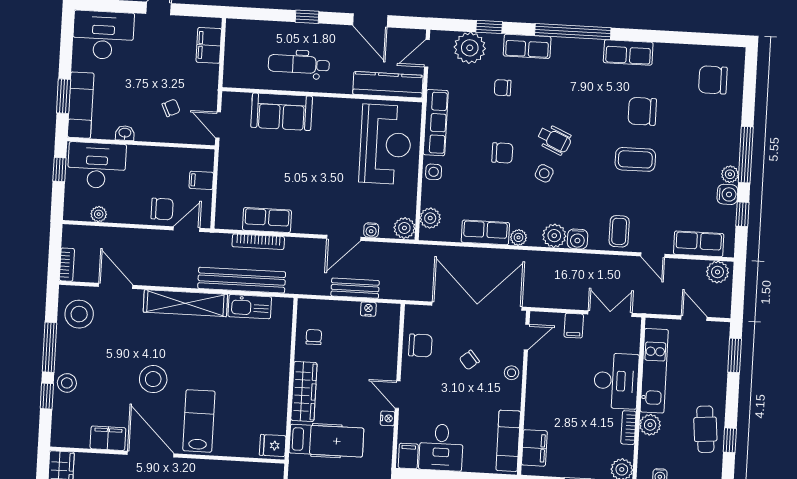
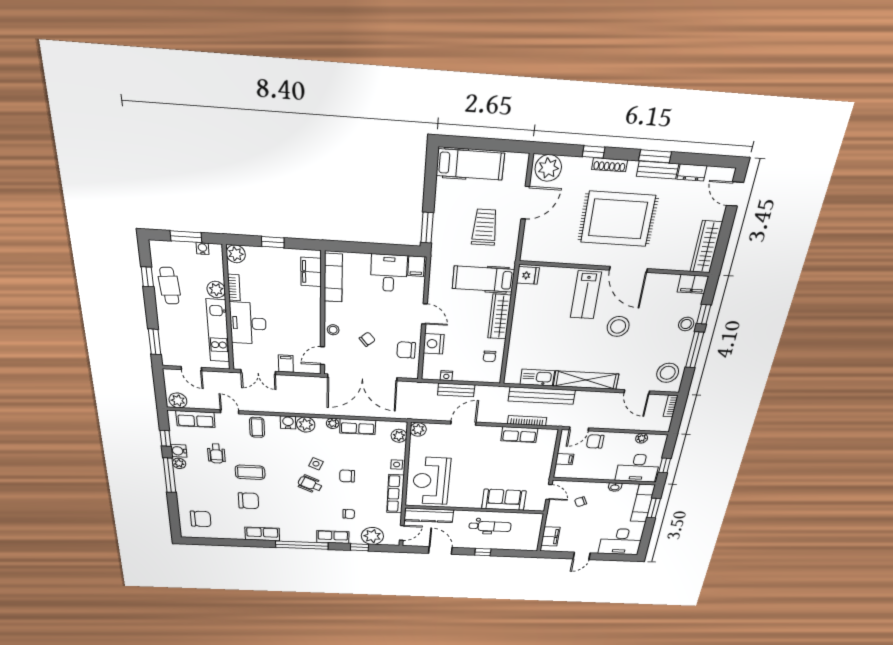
wheelchair: (678, 190) -> (216, 454), added
water cooler: (371, 230) -> (443, 428), removed
nightstand: (388, 418) -> (434, 344), moved, width x1.89, depth x1.79
filing cabinet: (108, 438) -> (693, 284), moved

